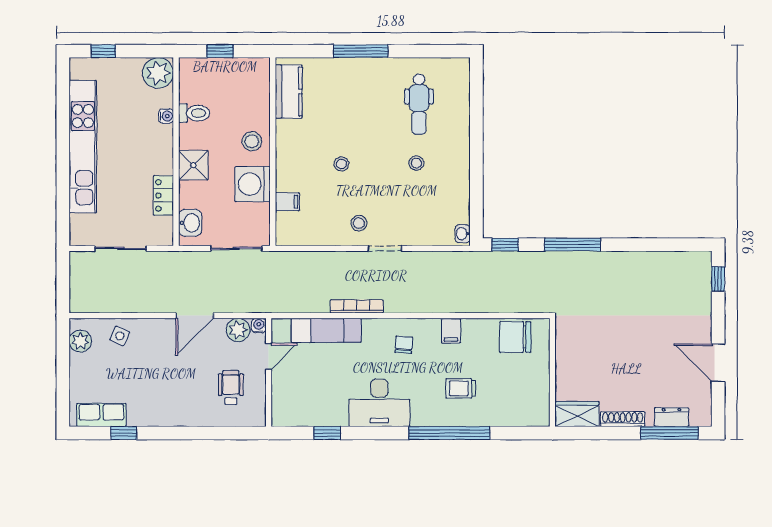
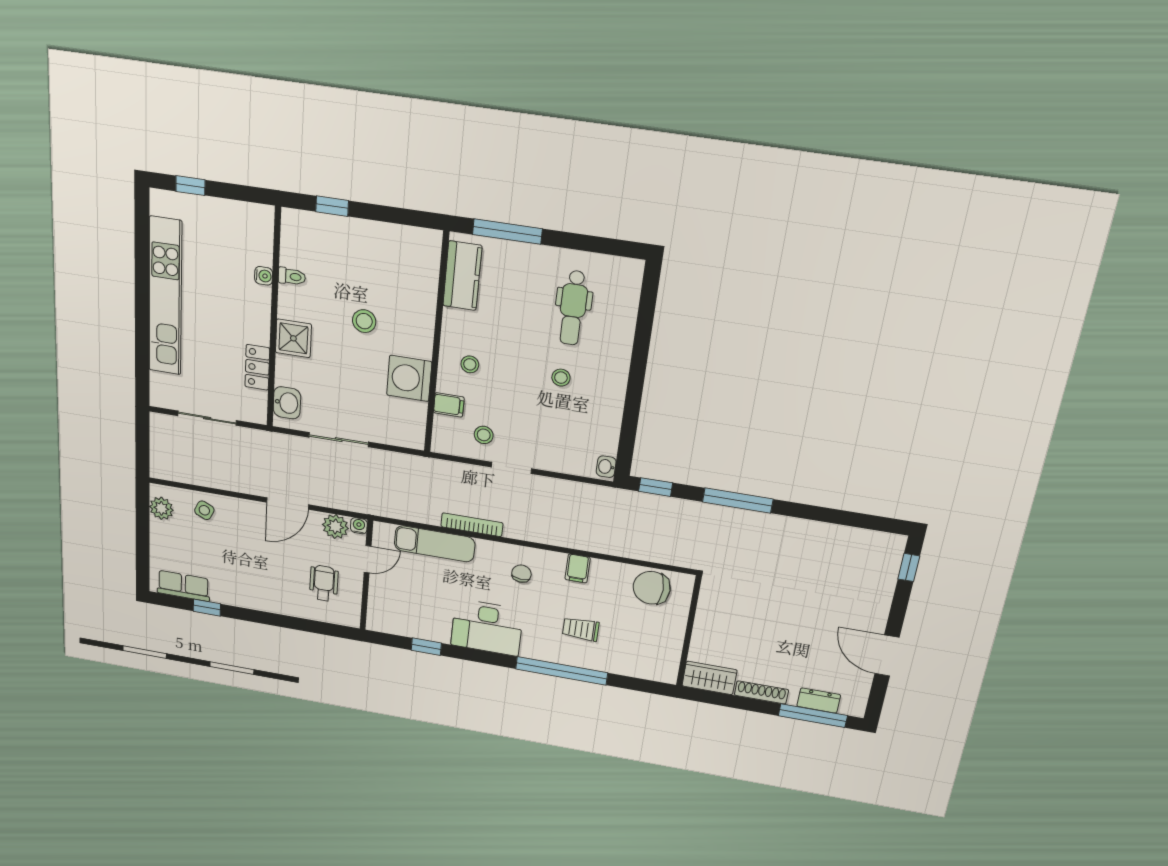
plant: (158, 73) -> (256, 222), removed
kitchen counter: (289, 92) -> (462, 276), moved
toilet: (194, 113) -> (292, 276), width x0.73, depth x0.72
wall: (273, 152) -> (436, 345), moved
washing machine: (253, 184) -> (409, 378), moved
filing cabinet: (287, 202) -> (449, 405), moved

